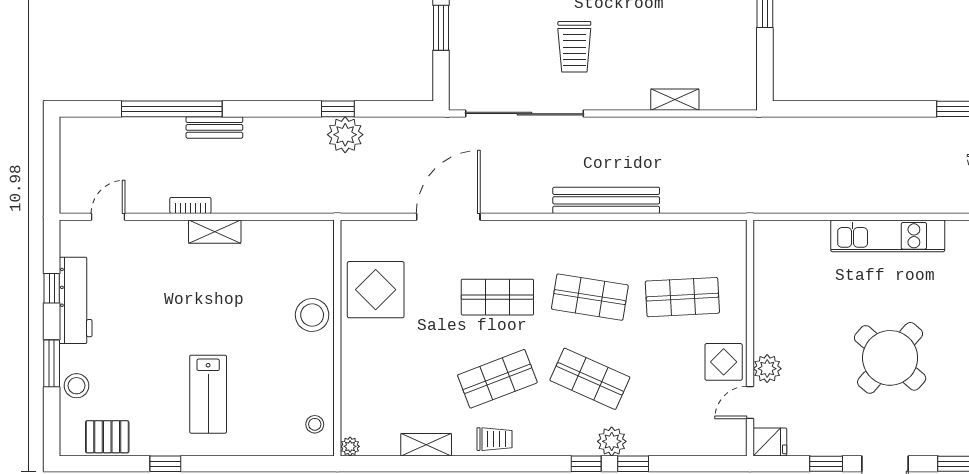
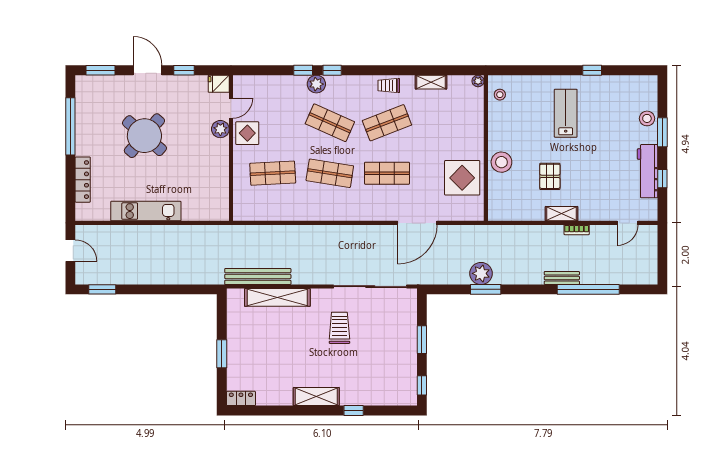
shelving: (675, 100) -> (277, 297), width x2.20, depth x1.33
window: (338, 109) -> (486, 289), width x1.50
bench: (606, 200) -> (258, 276), moved
pallet: (107, 437) -> (550, 176), moved, turned 90

